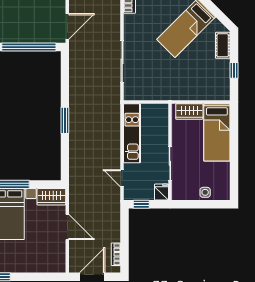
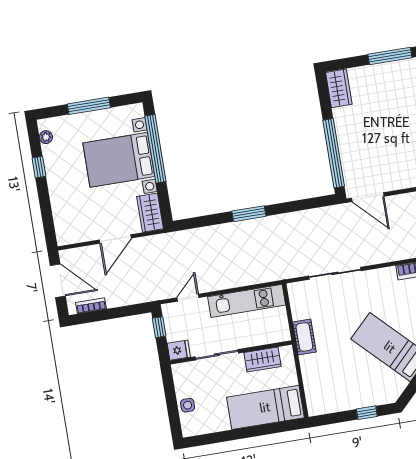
cot: (223, 45) -> (304, 337), moved, turned 90
window: (234, 70) -> (367, 413), moved
wardrobe: (189, 112) -> (263, 360), moved, turned -90

